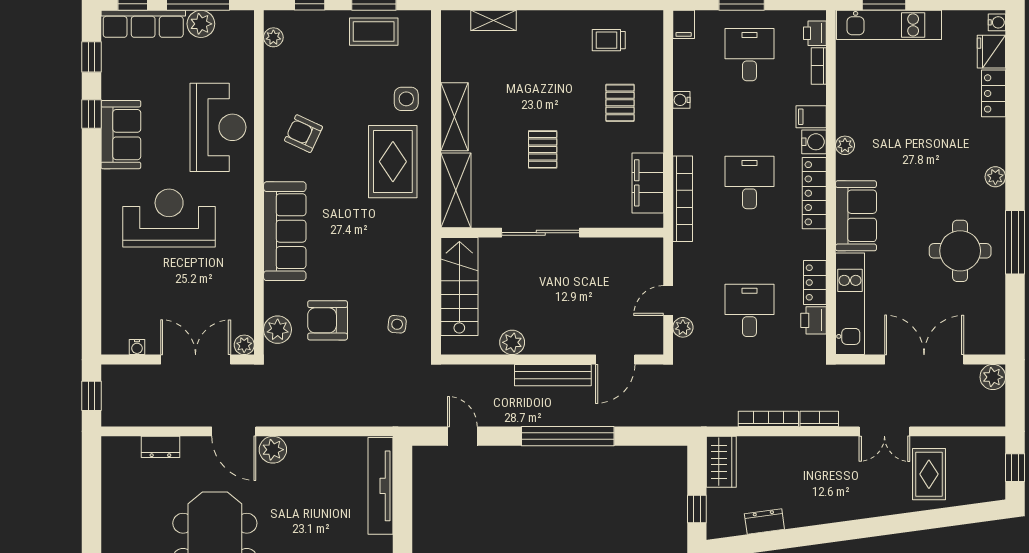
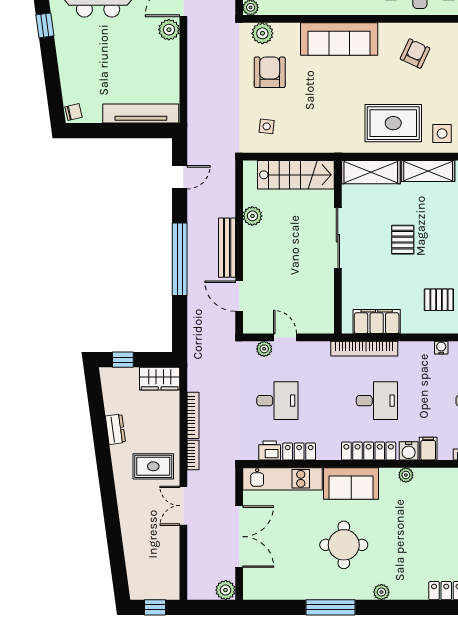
pallet: (543, 149) -> (403, 240), turned 90
round table: (960, 251) -> (344, 545), moved
rug: (929, 474) -> (153, 466), moved
dresser: (764, 521) -> (115, 429), moved

